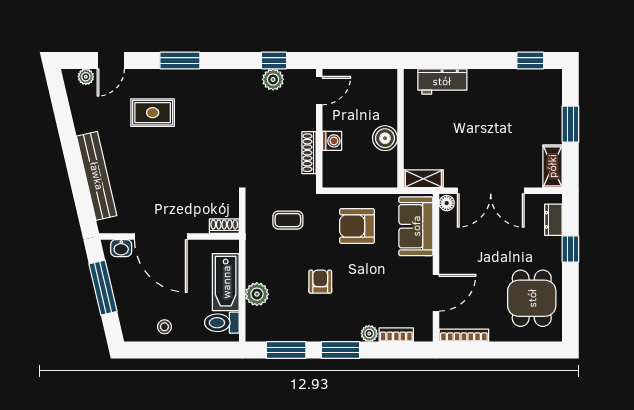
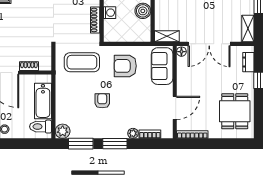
coffee table: (288, 220) -> (82, 62), width x1.86, depth x1.72
shoe rack: (224, 226) -> (29, 66), moved
plant: (257, 294) -> (63, 131), moved

